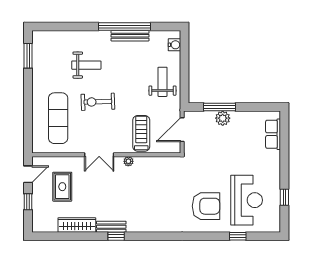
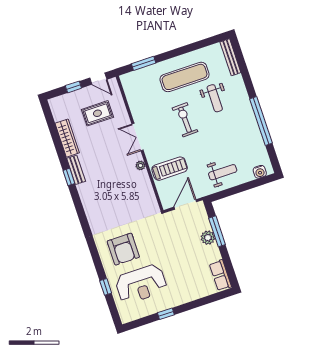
bench: (130, 36) -> (230, 57), moved
window: (28, 56) -> (144, 63), moved
exercise mat: (58, 118) -> (185, 77), moved
door: (182, 130) -> (185, 204), hinge flipped
row of seats: (273, 134) -> (220, 275), moved, turned -90
window: (284, 197) -> (166, 314), moved

